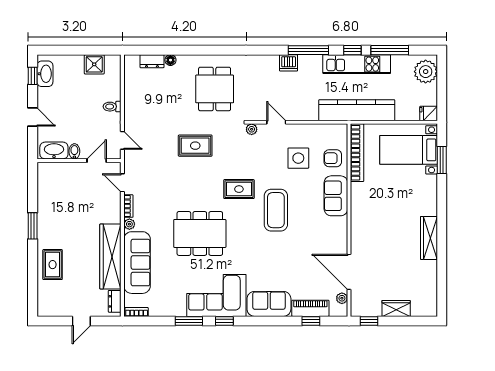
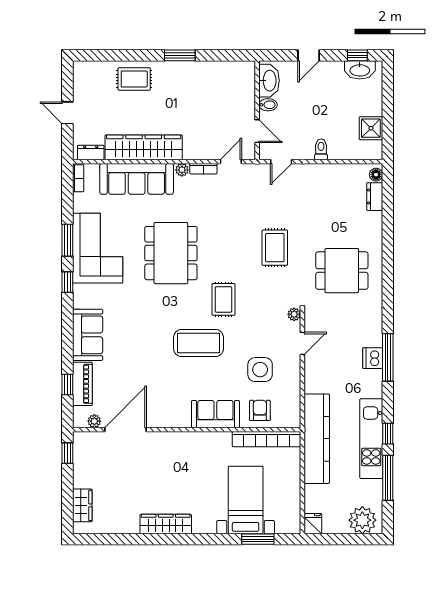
window: (308, 50) -> (388, 357), moved
floor lamp: (170, 60) -> (376, 175), moved
bed with nightstands: (409, 150) -> (246, 500), moved
corner sofa: (216, 295) -> (98, 248), moved
wardrobe: (396, 308) -> (82, 505), moved

